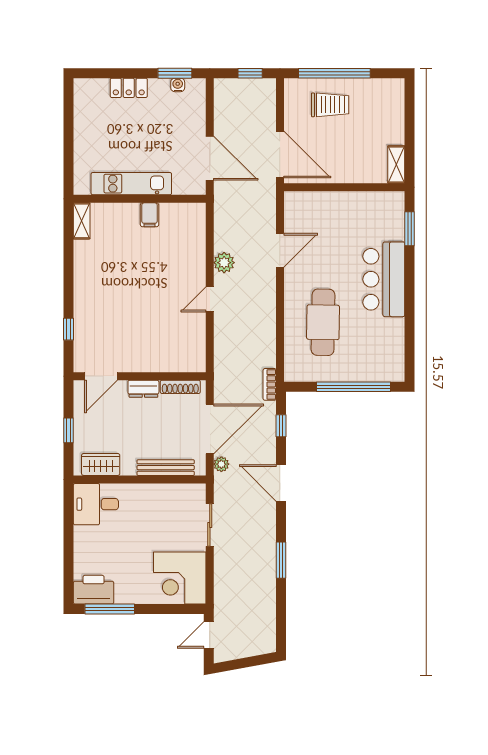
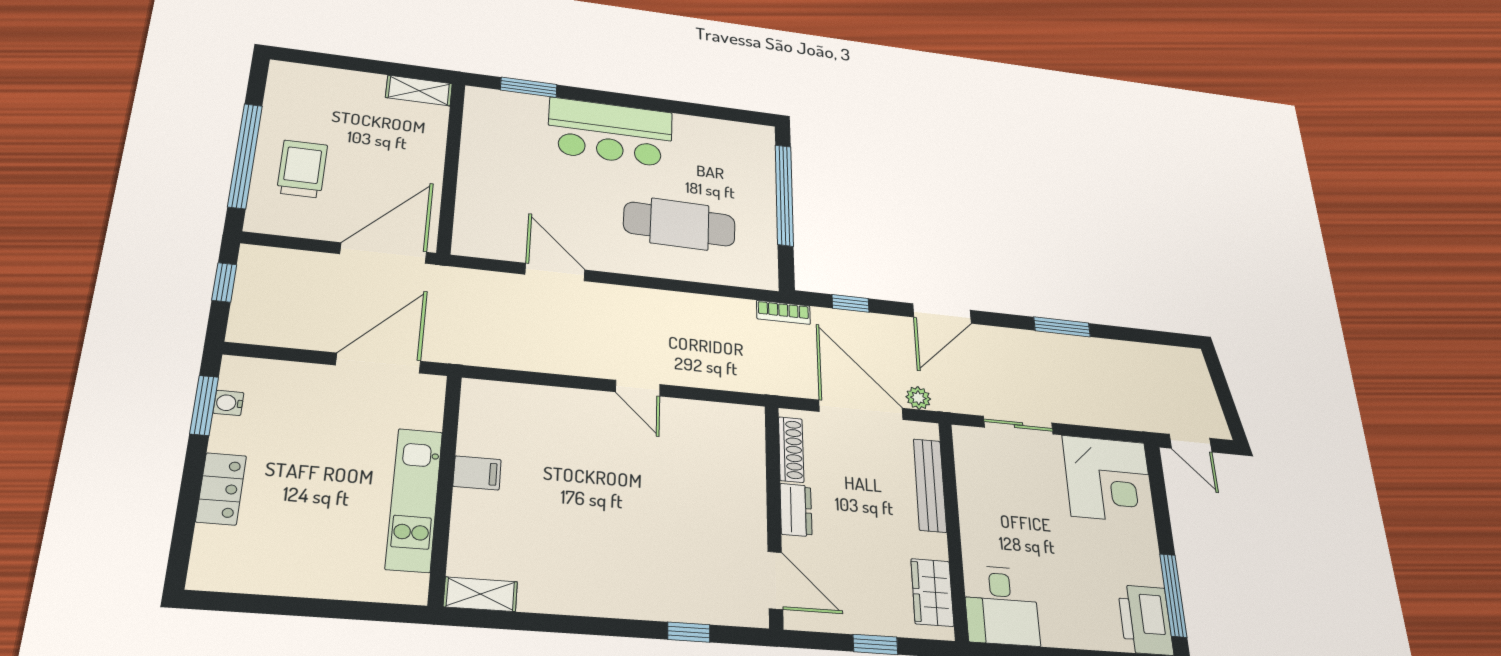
plant: (224, 263) -> (573, 359), removed

